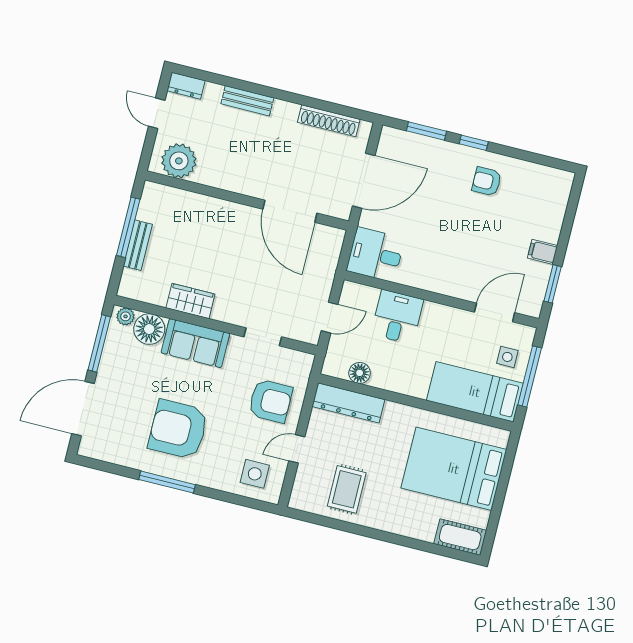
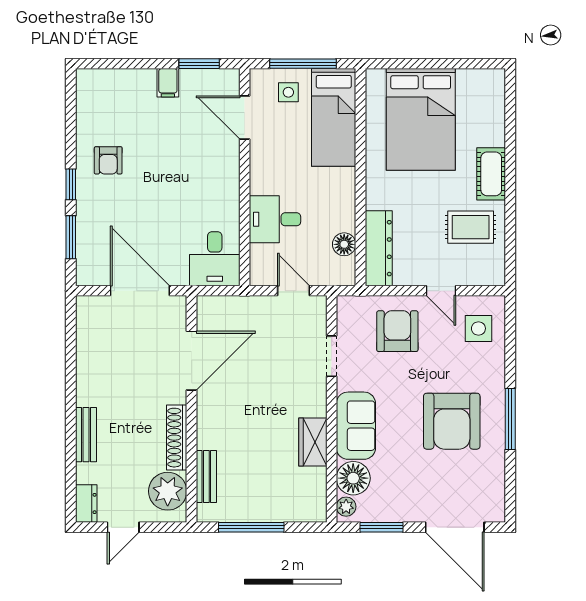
shoe rack: (329, 121) -> (177, 438), moved, turned 180
bench: (138, 245) -> (206, 476), moved, turned 90
window: (99, 343) -> (381, 527), width x0.69
cot: (460, 537) -> (491, 174), moved

